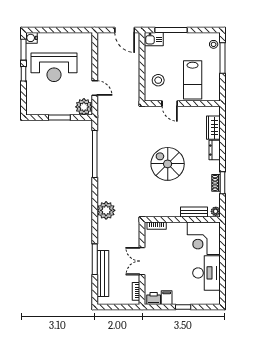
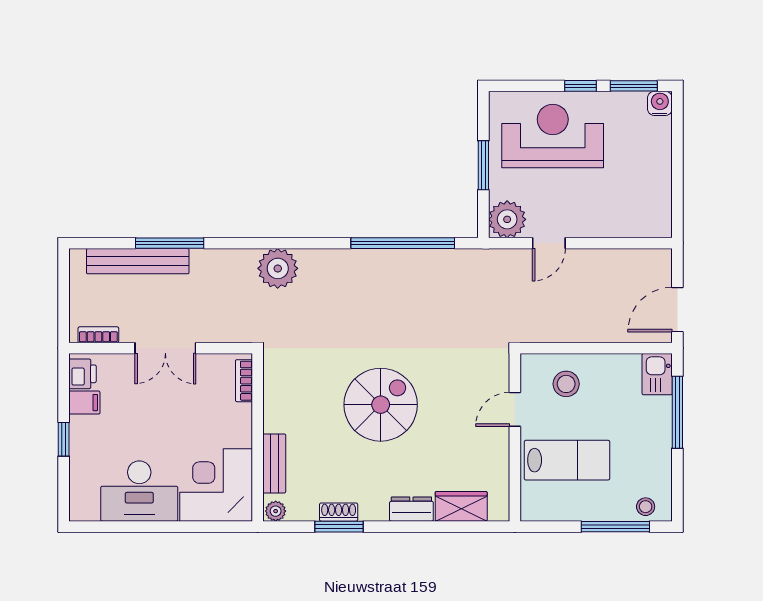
reception desk: (54, 67) -> (553, 136), moved, turned 90
lab bench: (193, 80) -> (567, 460), turned 180
double door: (142, 261) -> (165, 348), swing flipped

